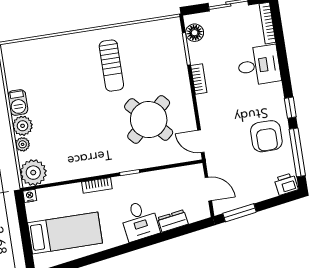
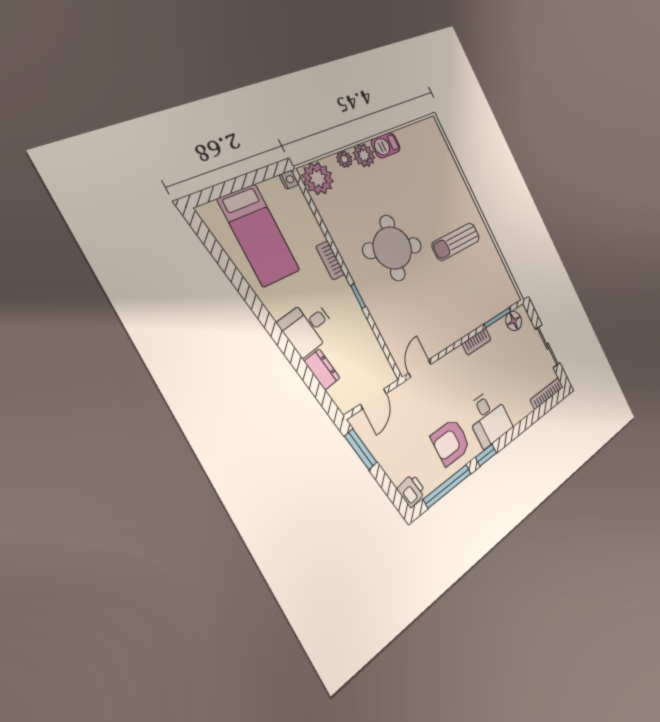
desk: (259, 65) -> (489, 418), moved
round table: (149, 120) -> (392, 248), moved, turned -31

